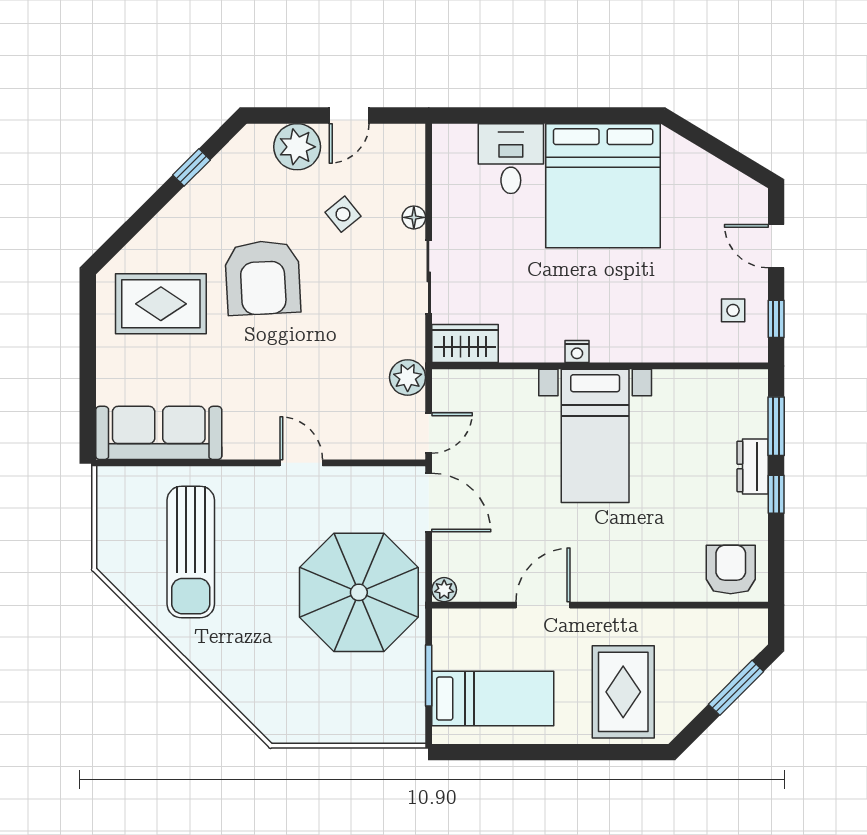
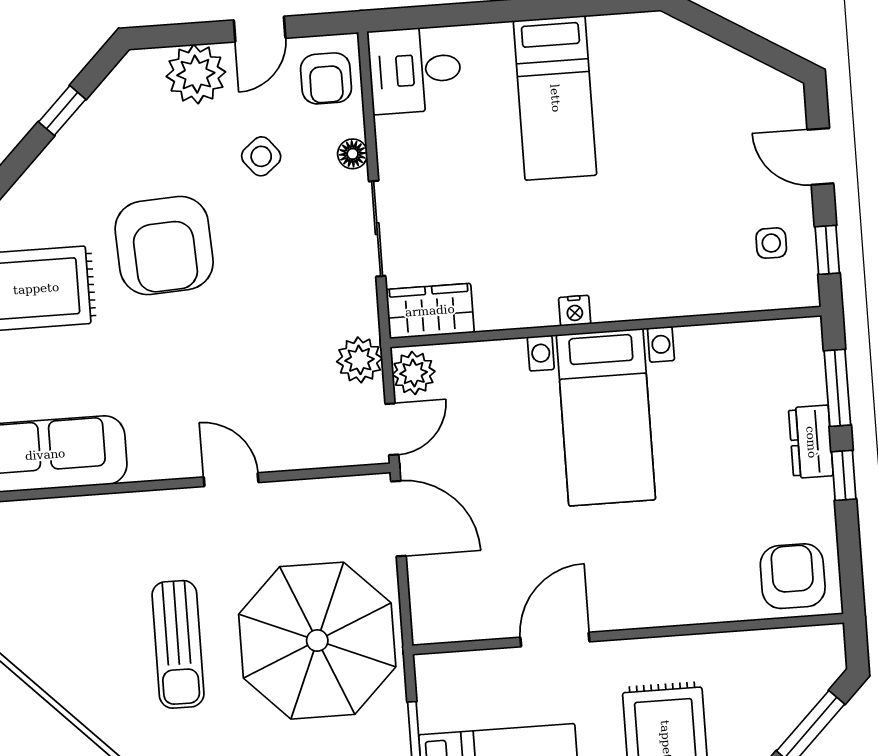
armchair: (398, 158) -> (326, 78), added
desk: (511, 159) -> (415, 70), moved, turned -90
bed: (603, 186) -> (555, 98), width x0.49
sun lounger: (191, 552) -> (178, 644), moved, width x0.73, depth x0.75
plant: (444, 590) -> (414, 373), moved, width x1.38, depth x1.38

